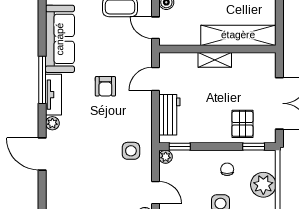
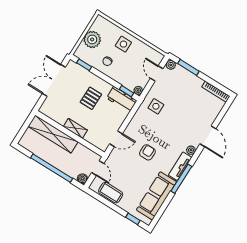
workbench: (169, 115) -> (122, 99), moved, turned -90
pallet: (242, 124) -> (91, 98), moved

